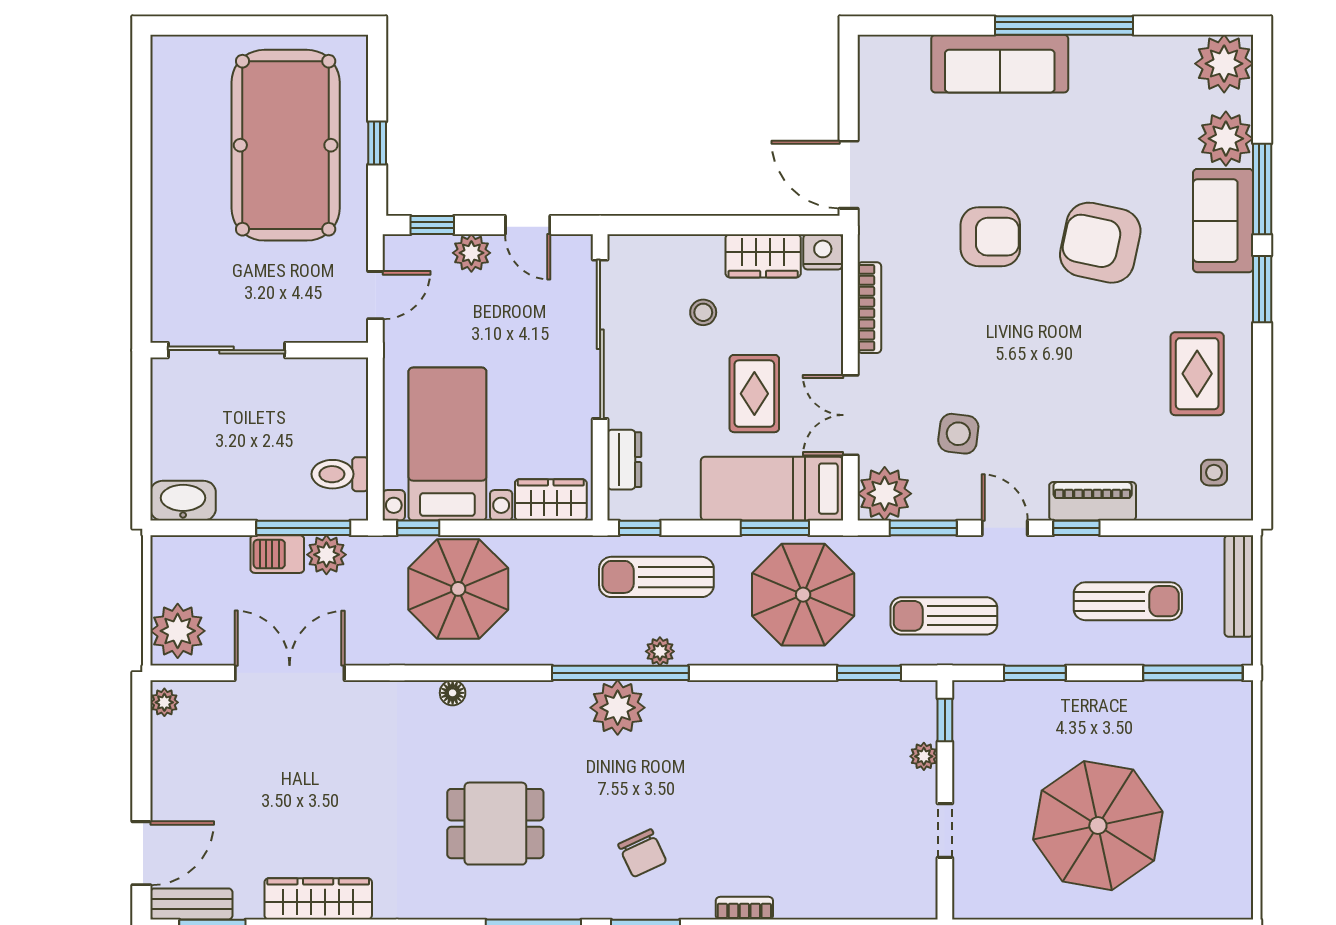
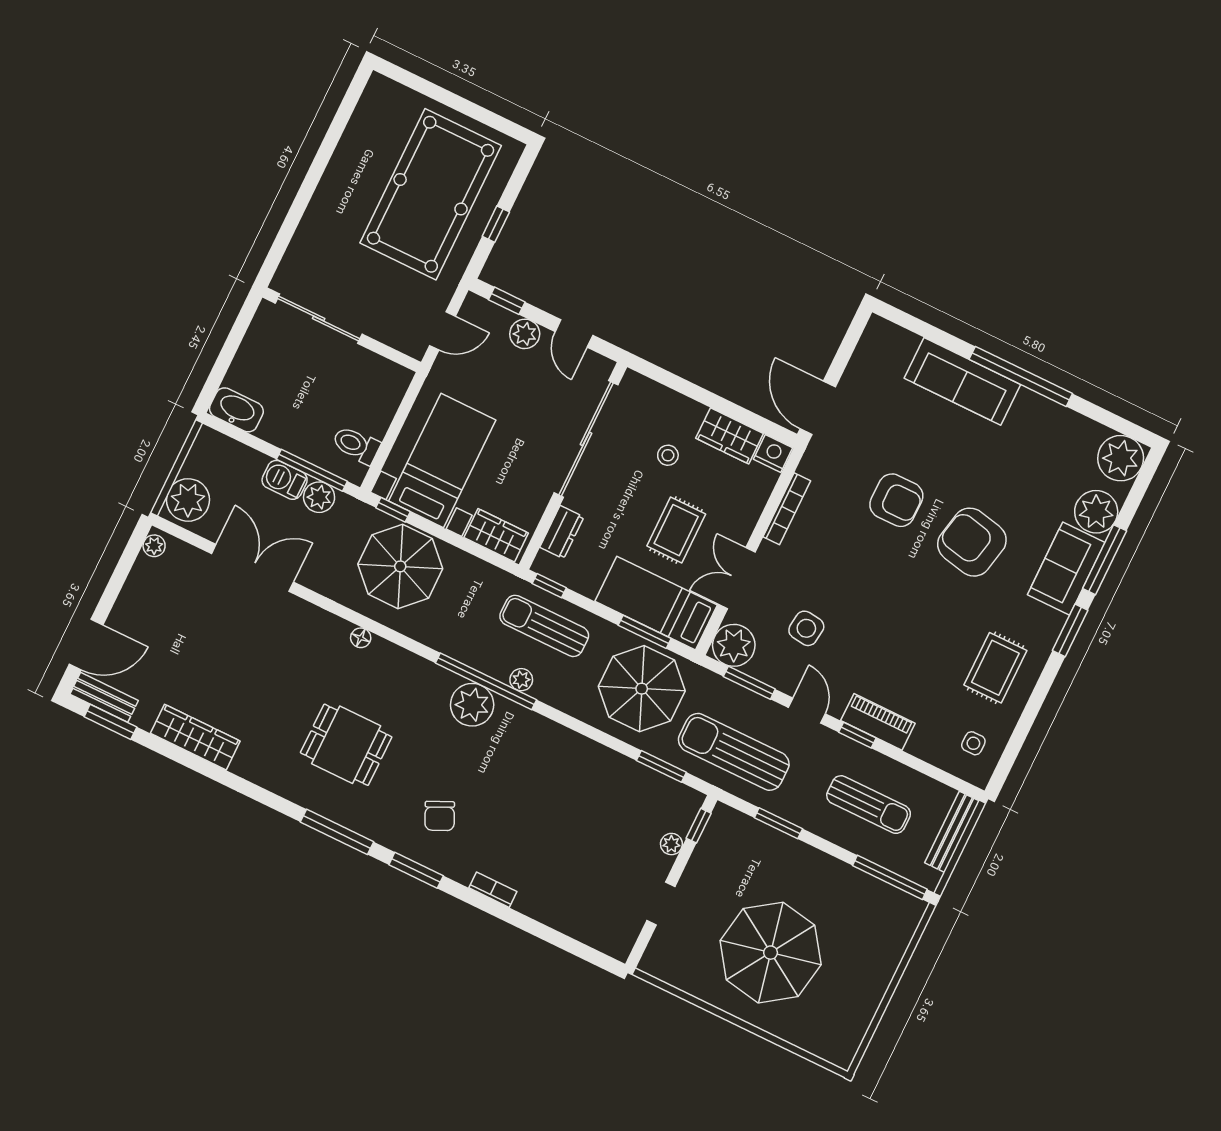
sun lounger: (944, 616) -> (734, 752), width x1.36, depth x1.34

